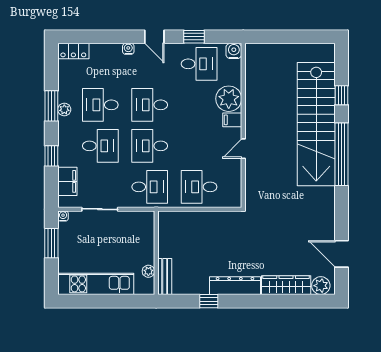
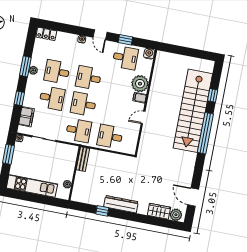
bench: (165, 276) -> (83, 159), moved
wardrobe: (286, 285) -> (159, 211), width x0.67

